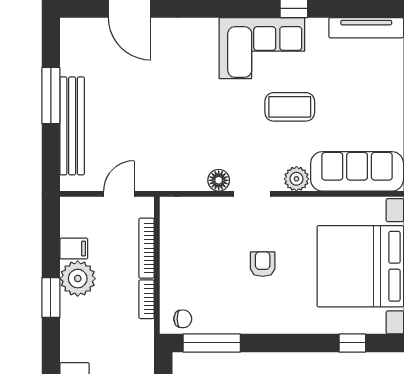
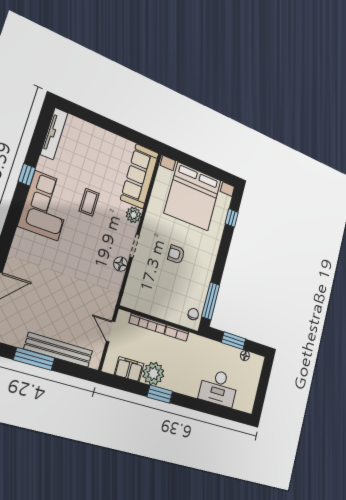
coffee table: (290, 107) -> (89, 202), width x0.73, depth x0.77
filing cabinet: (74, 249) -> (129, 369), width x2.00

